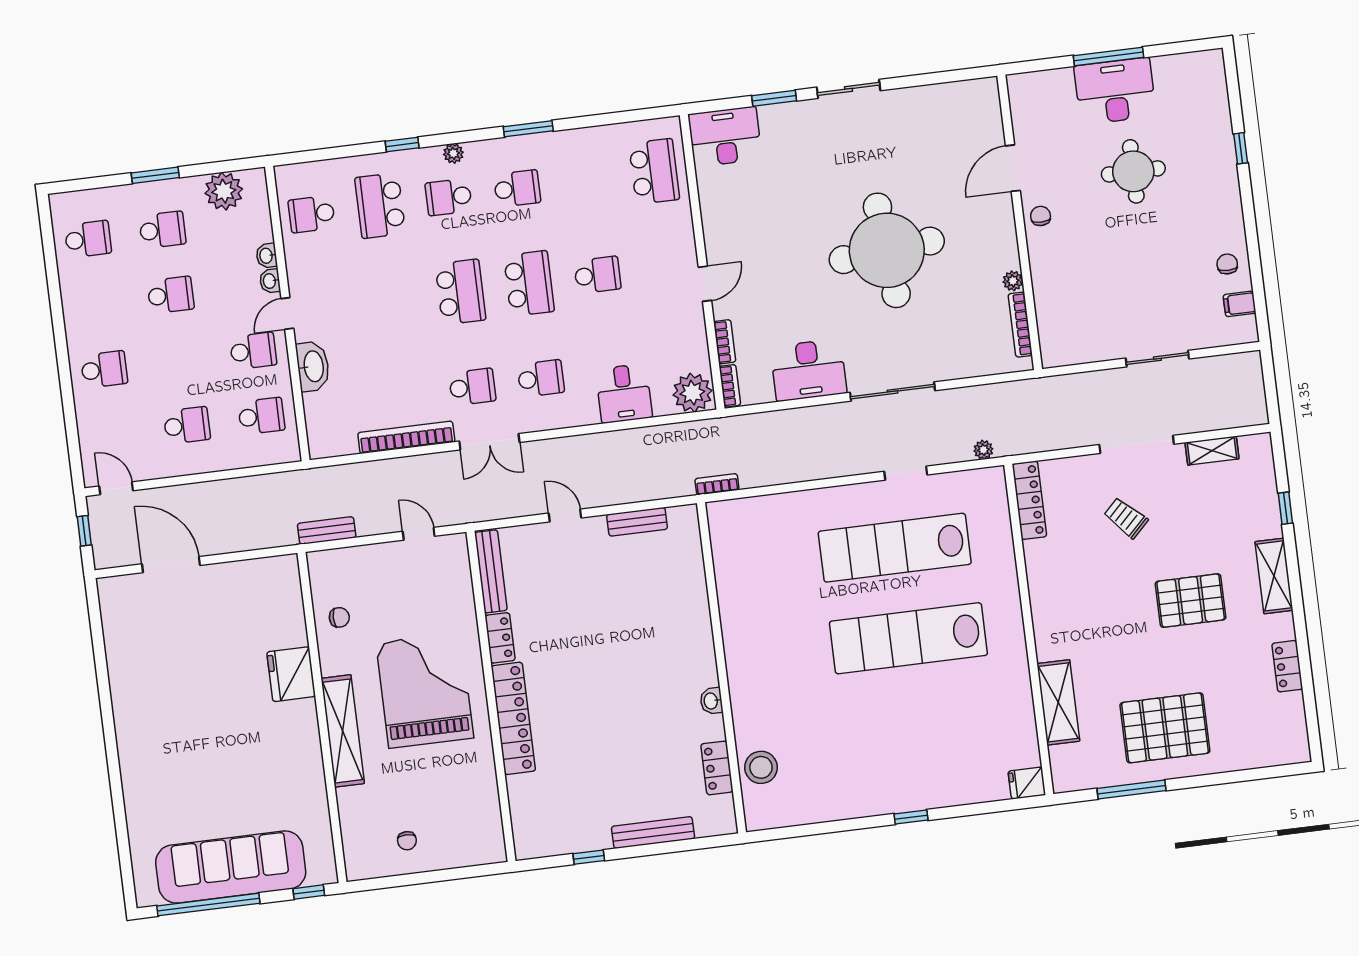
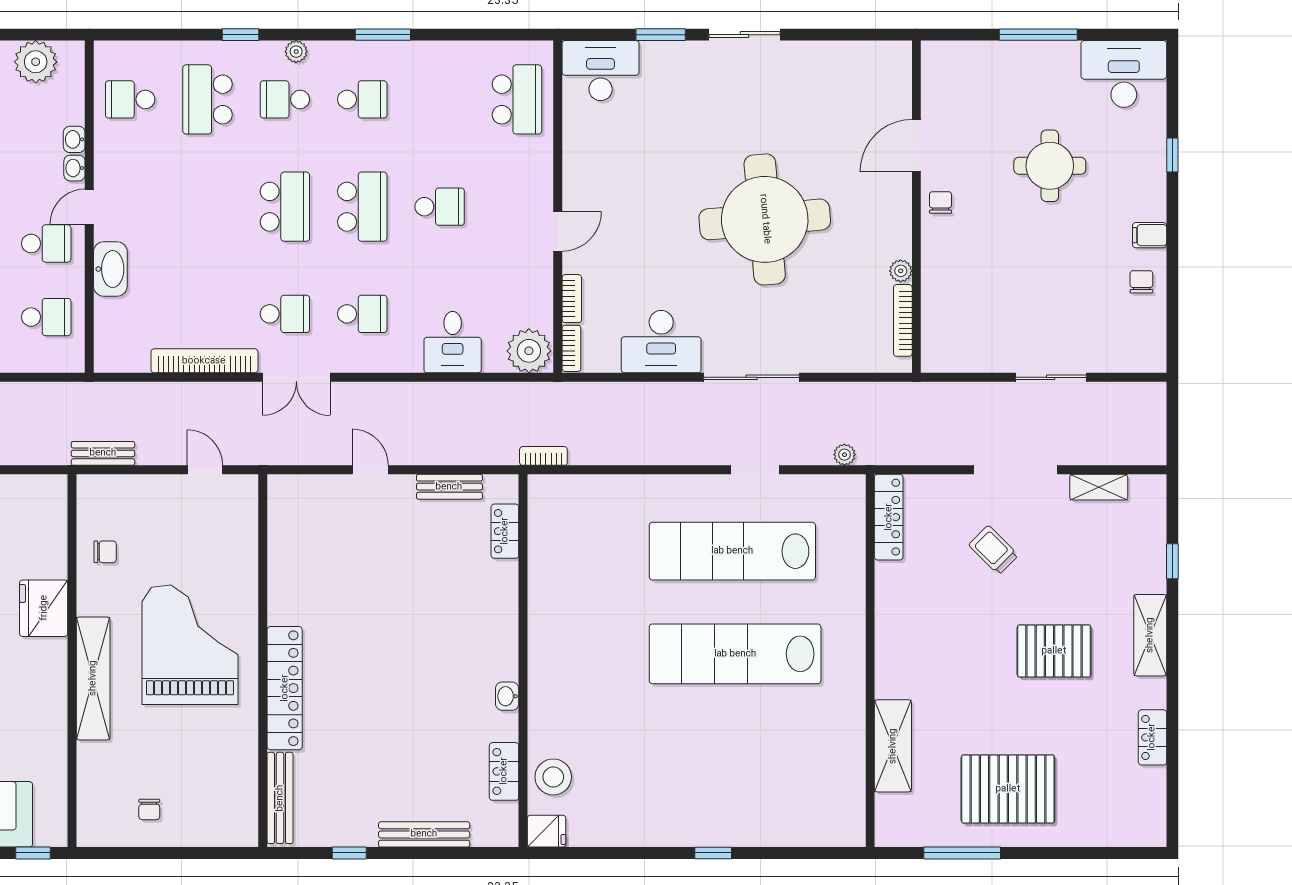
desk: (1115, 91) -> (1124, 74), moved
filing cabinet: (1240, 304) -> (1150, 235), moved
bench: (491, 571) -> (280, 798), moved
locker: (500, 638) -> (505, 531), moved, turned 180
fridge: (1027, 783) -> (547, 831), moved, turned 180

